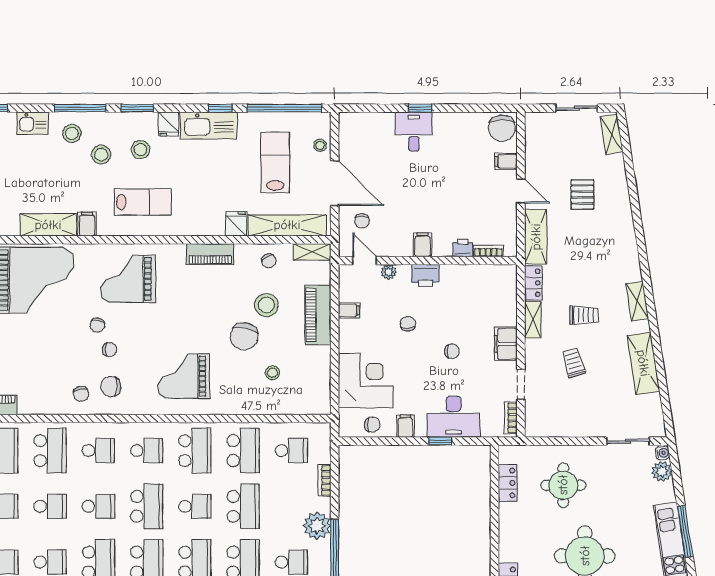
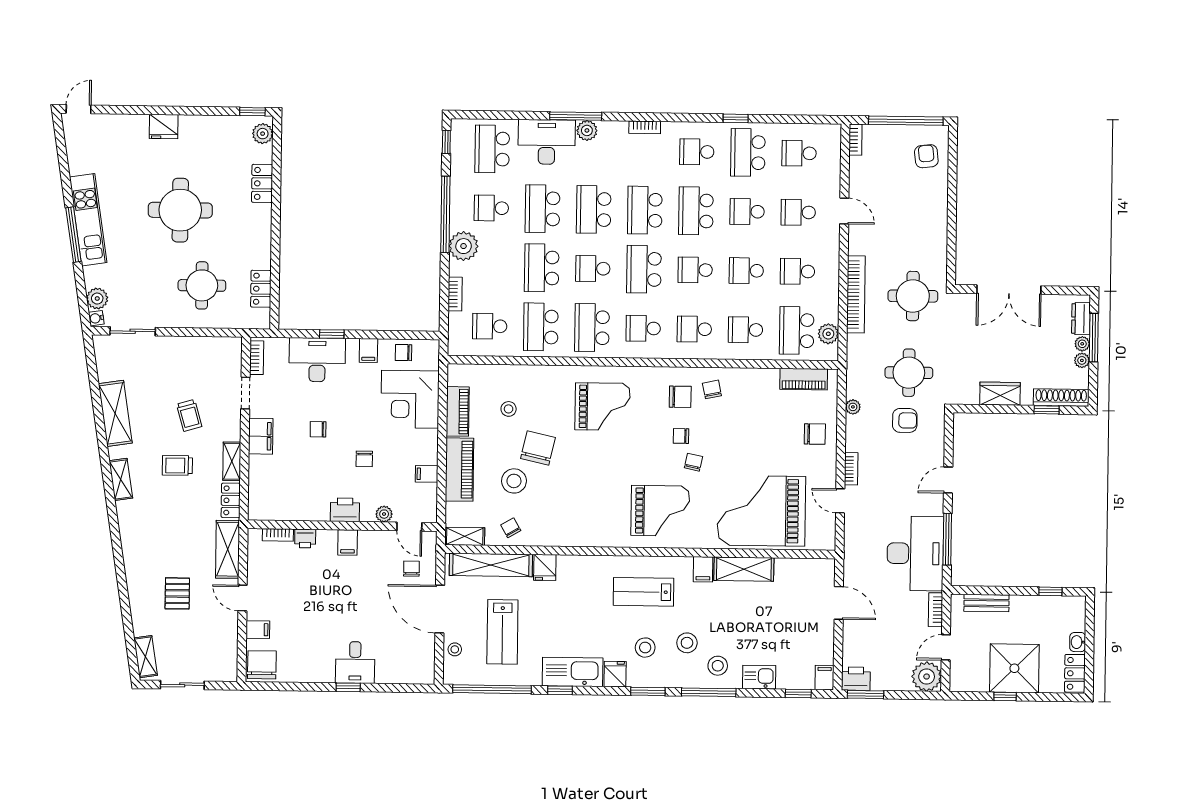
piano: (210, 254) -> (458, 411), moved, turned 90
school desk: (50, 451) -> (745, 330), width x0.54

